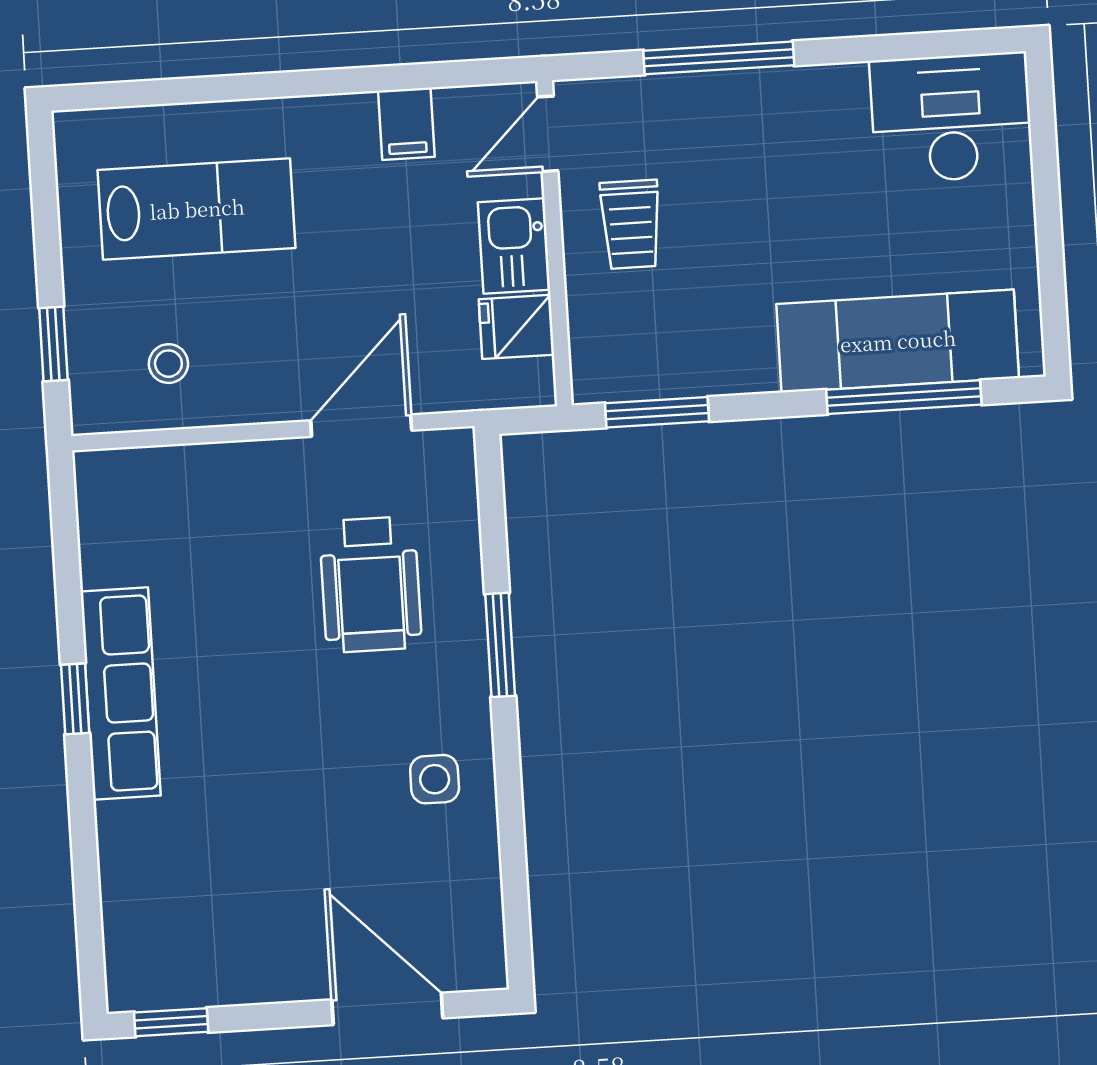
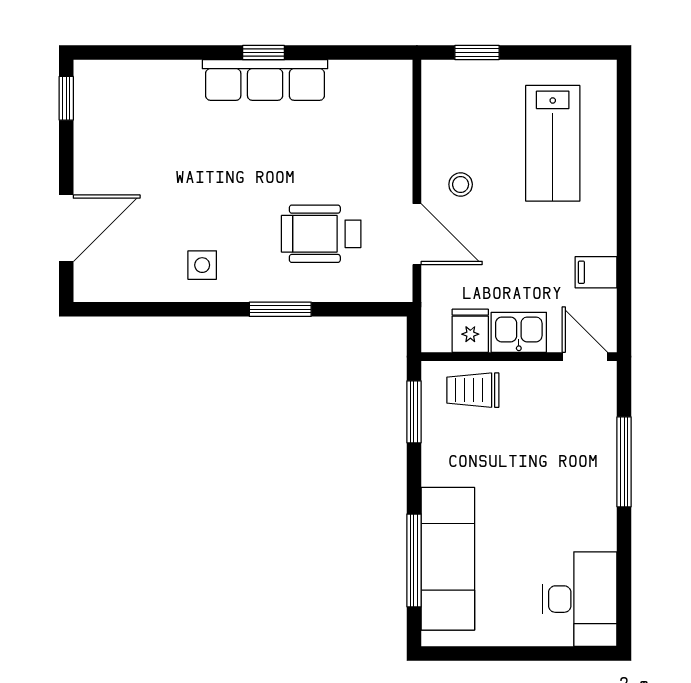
trolley: (631, 224) -> (473, 390), moved
stool: (168, 364) -> (461, 184), moved

